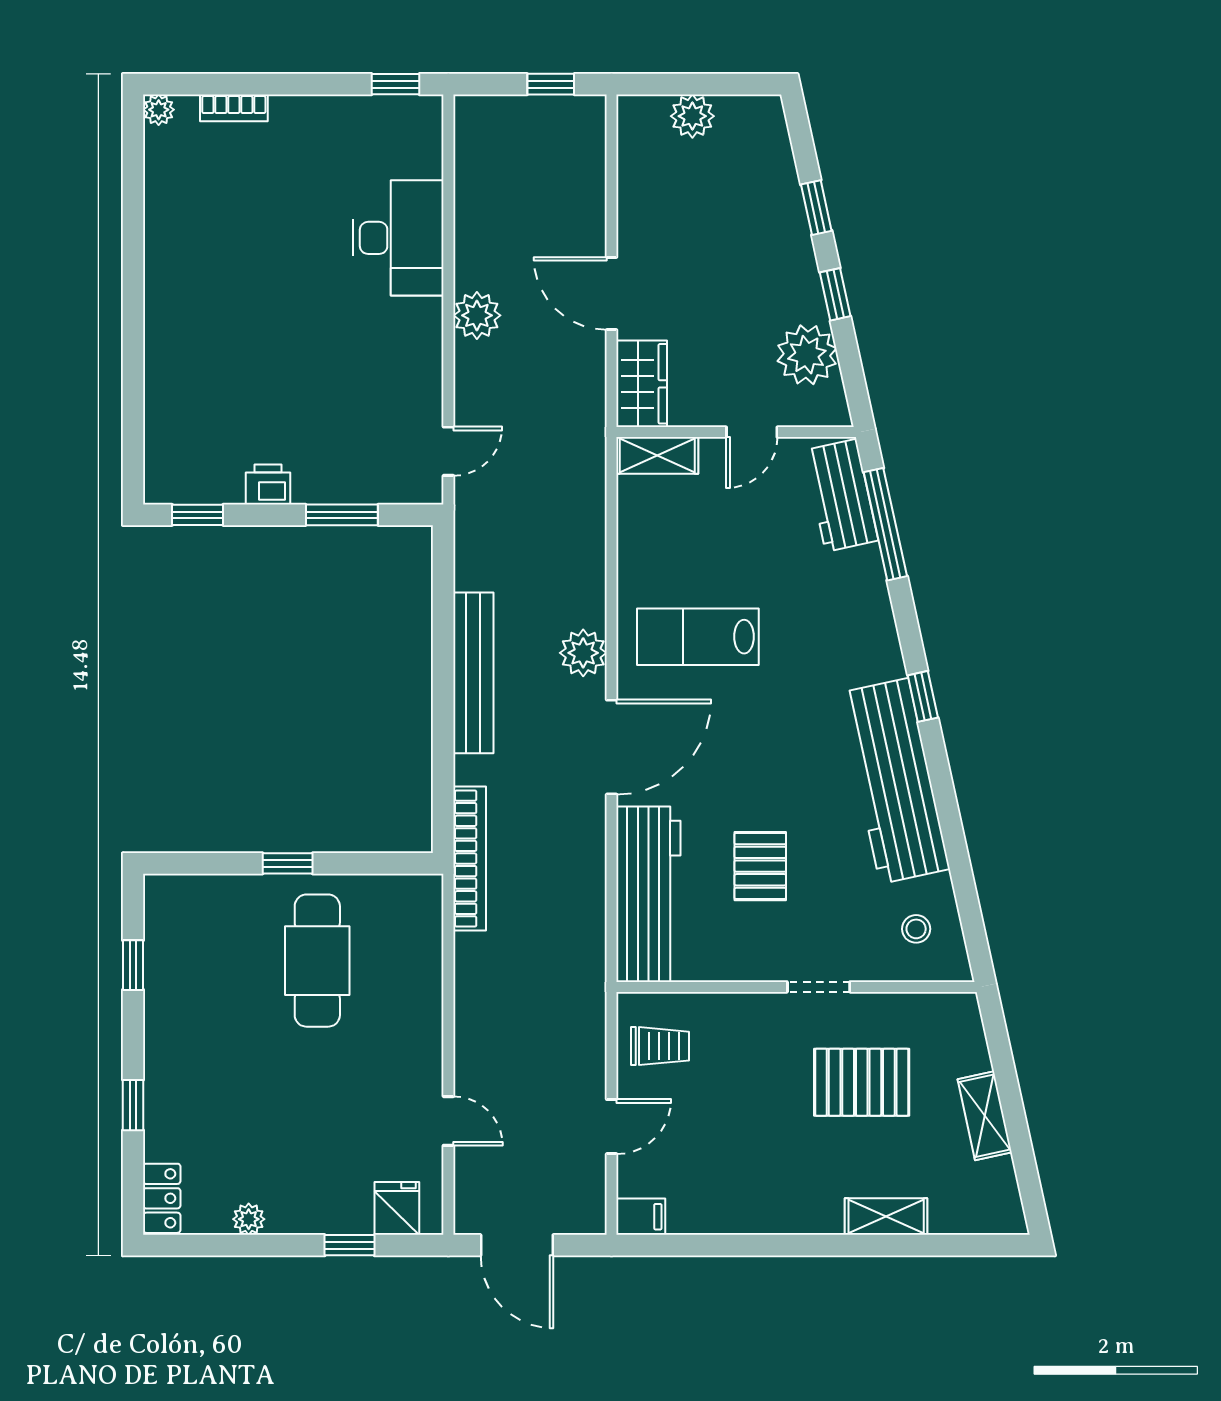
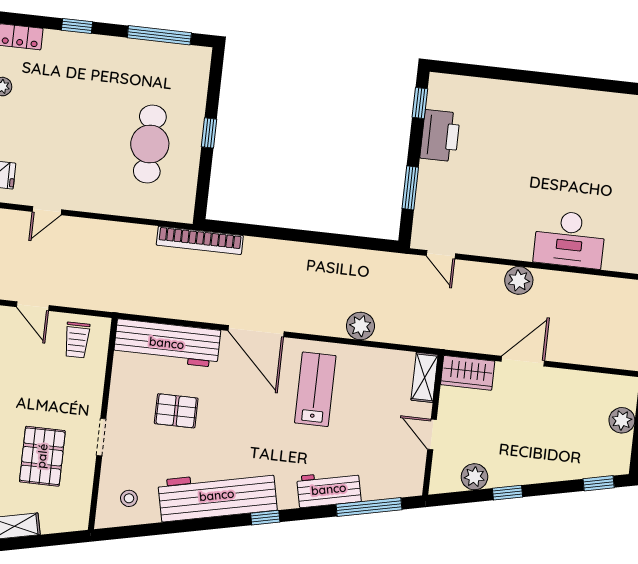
window: (816, 208) -> (599, 483), moved
plant: (807, 355) -> (474, 477), width x0.73, depth x0.73
printer: (268, 485) -> (440, 136), width x1.87, depth x1.48
workbench: (841, 495) -> (329, 489), moved
plant: (583, 653) -> (360, 326), moved
bench: (473, 673) -> (309, 255), removed
cafe table: (317, 961) -> (150, 144), turned 90
window: (133, 965) -> (159, 35), width x2.17

